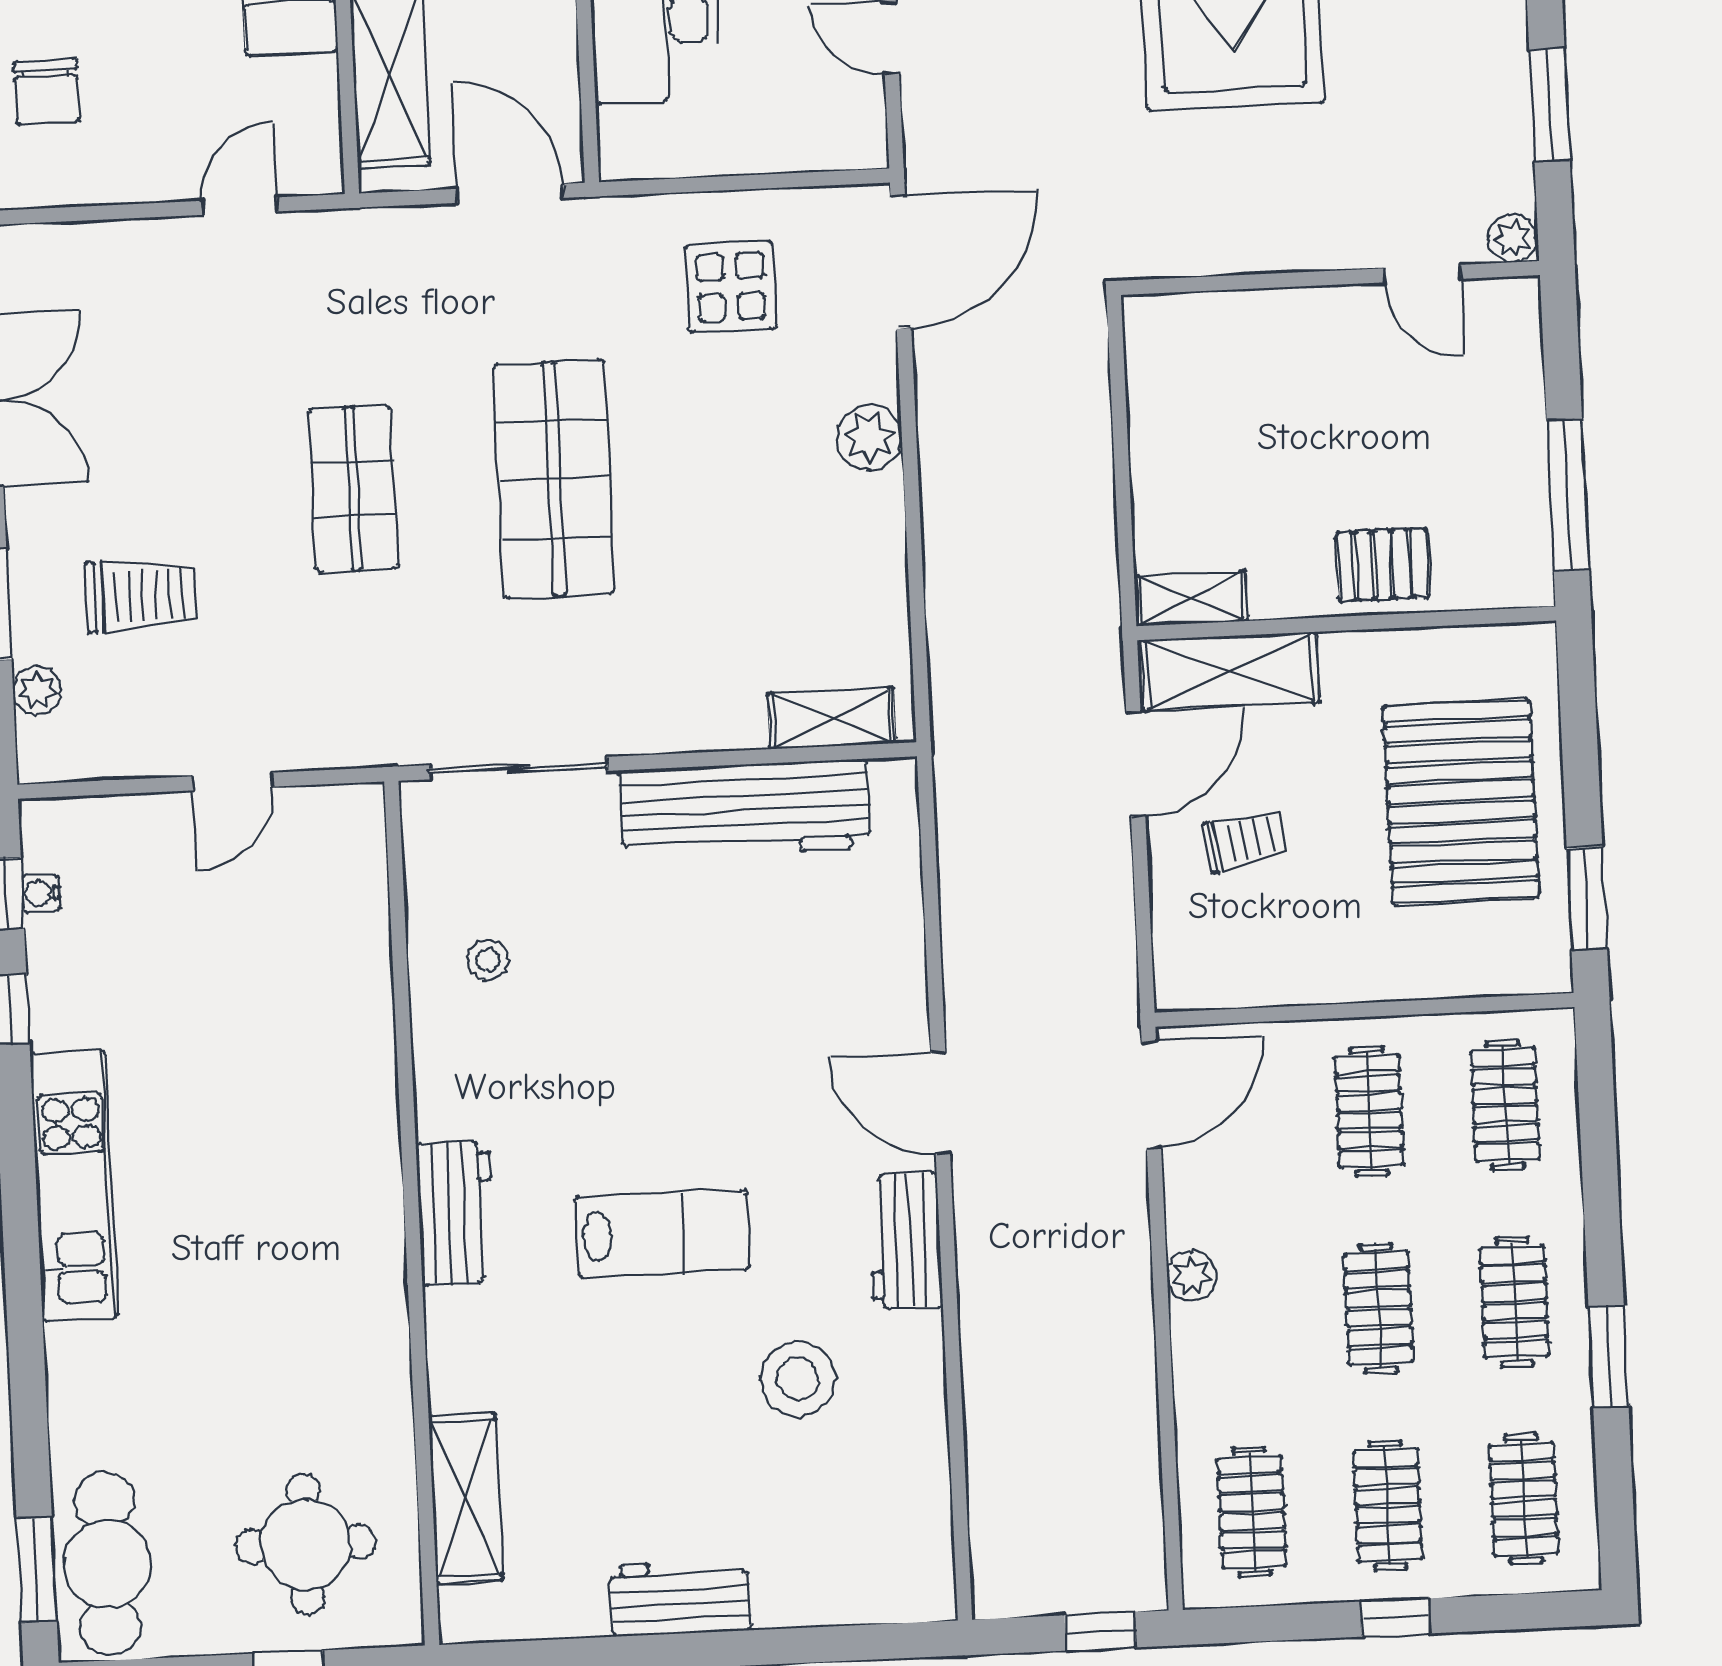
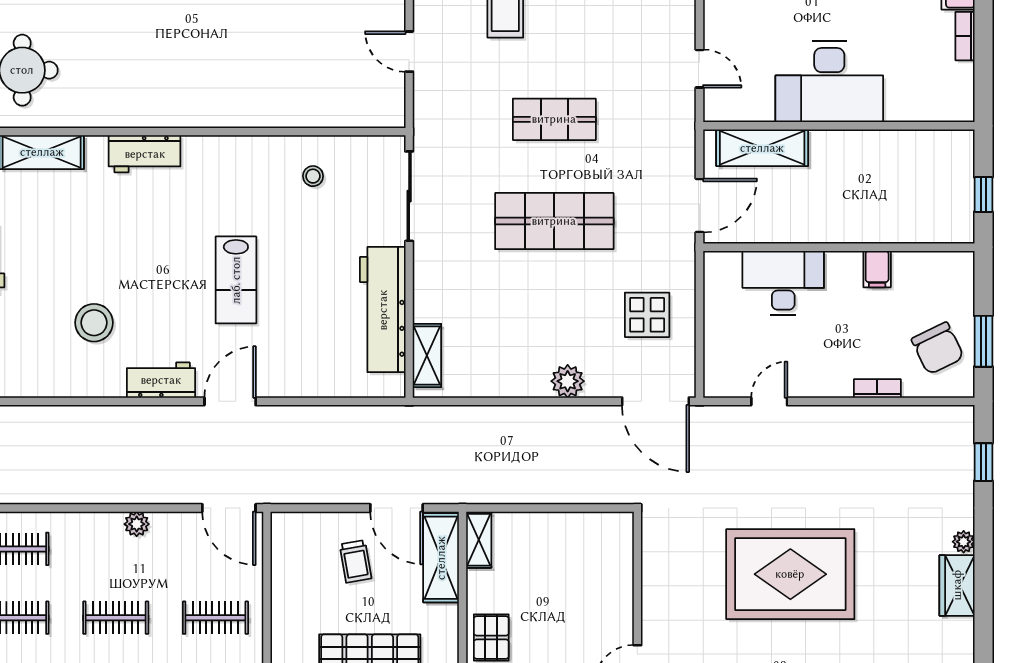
workbench: (456, 1213) -> (145, 154), moved
lab bench: (663, 1233) -> (236, 280), moved

